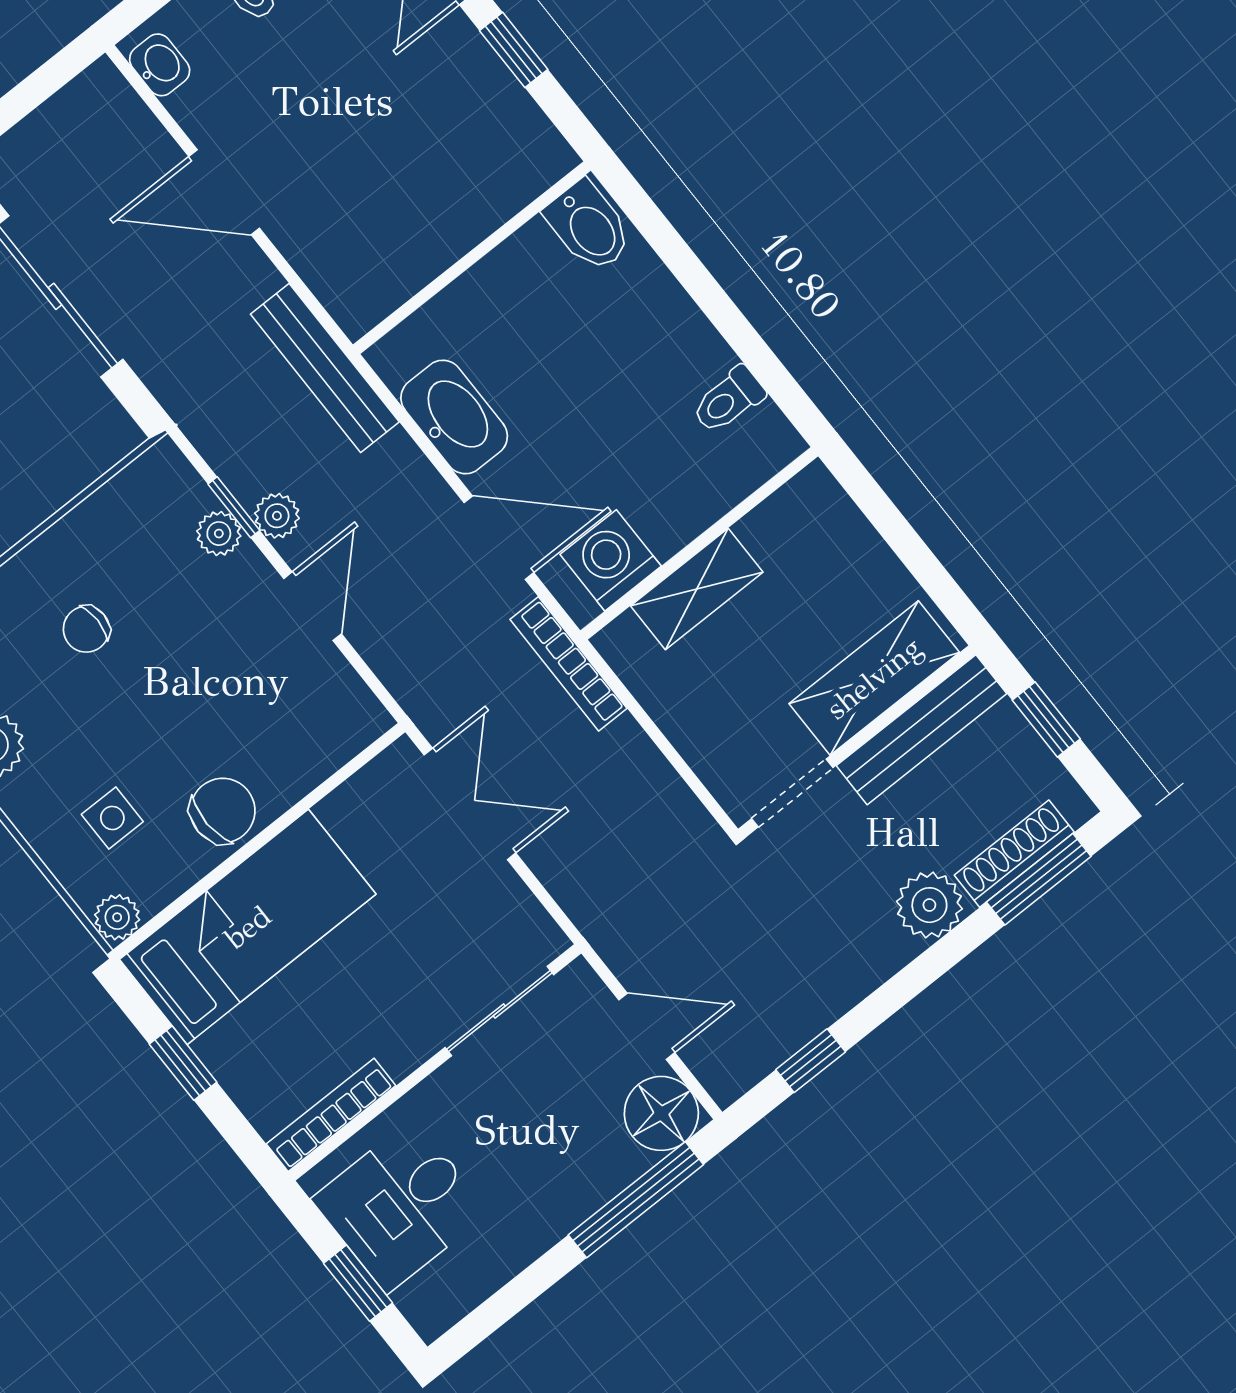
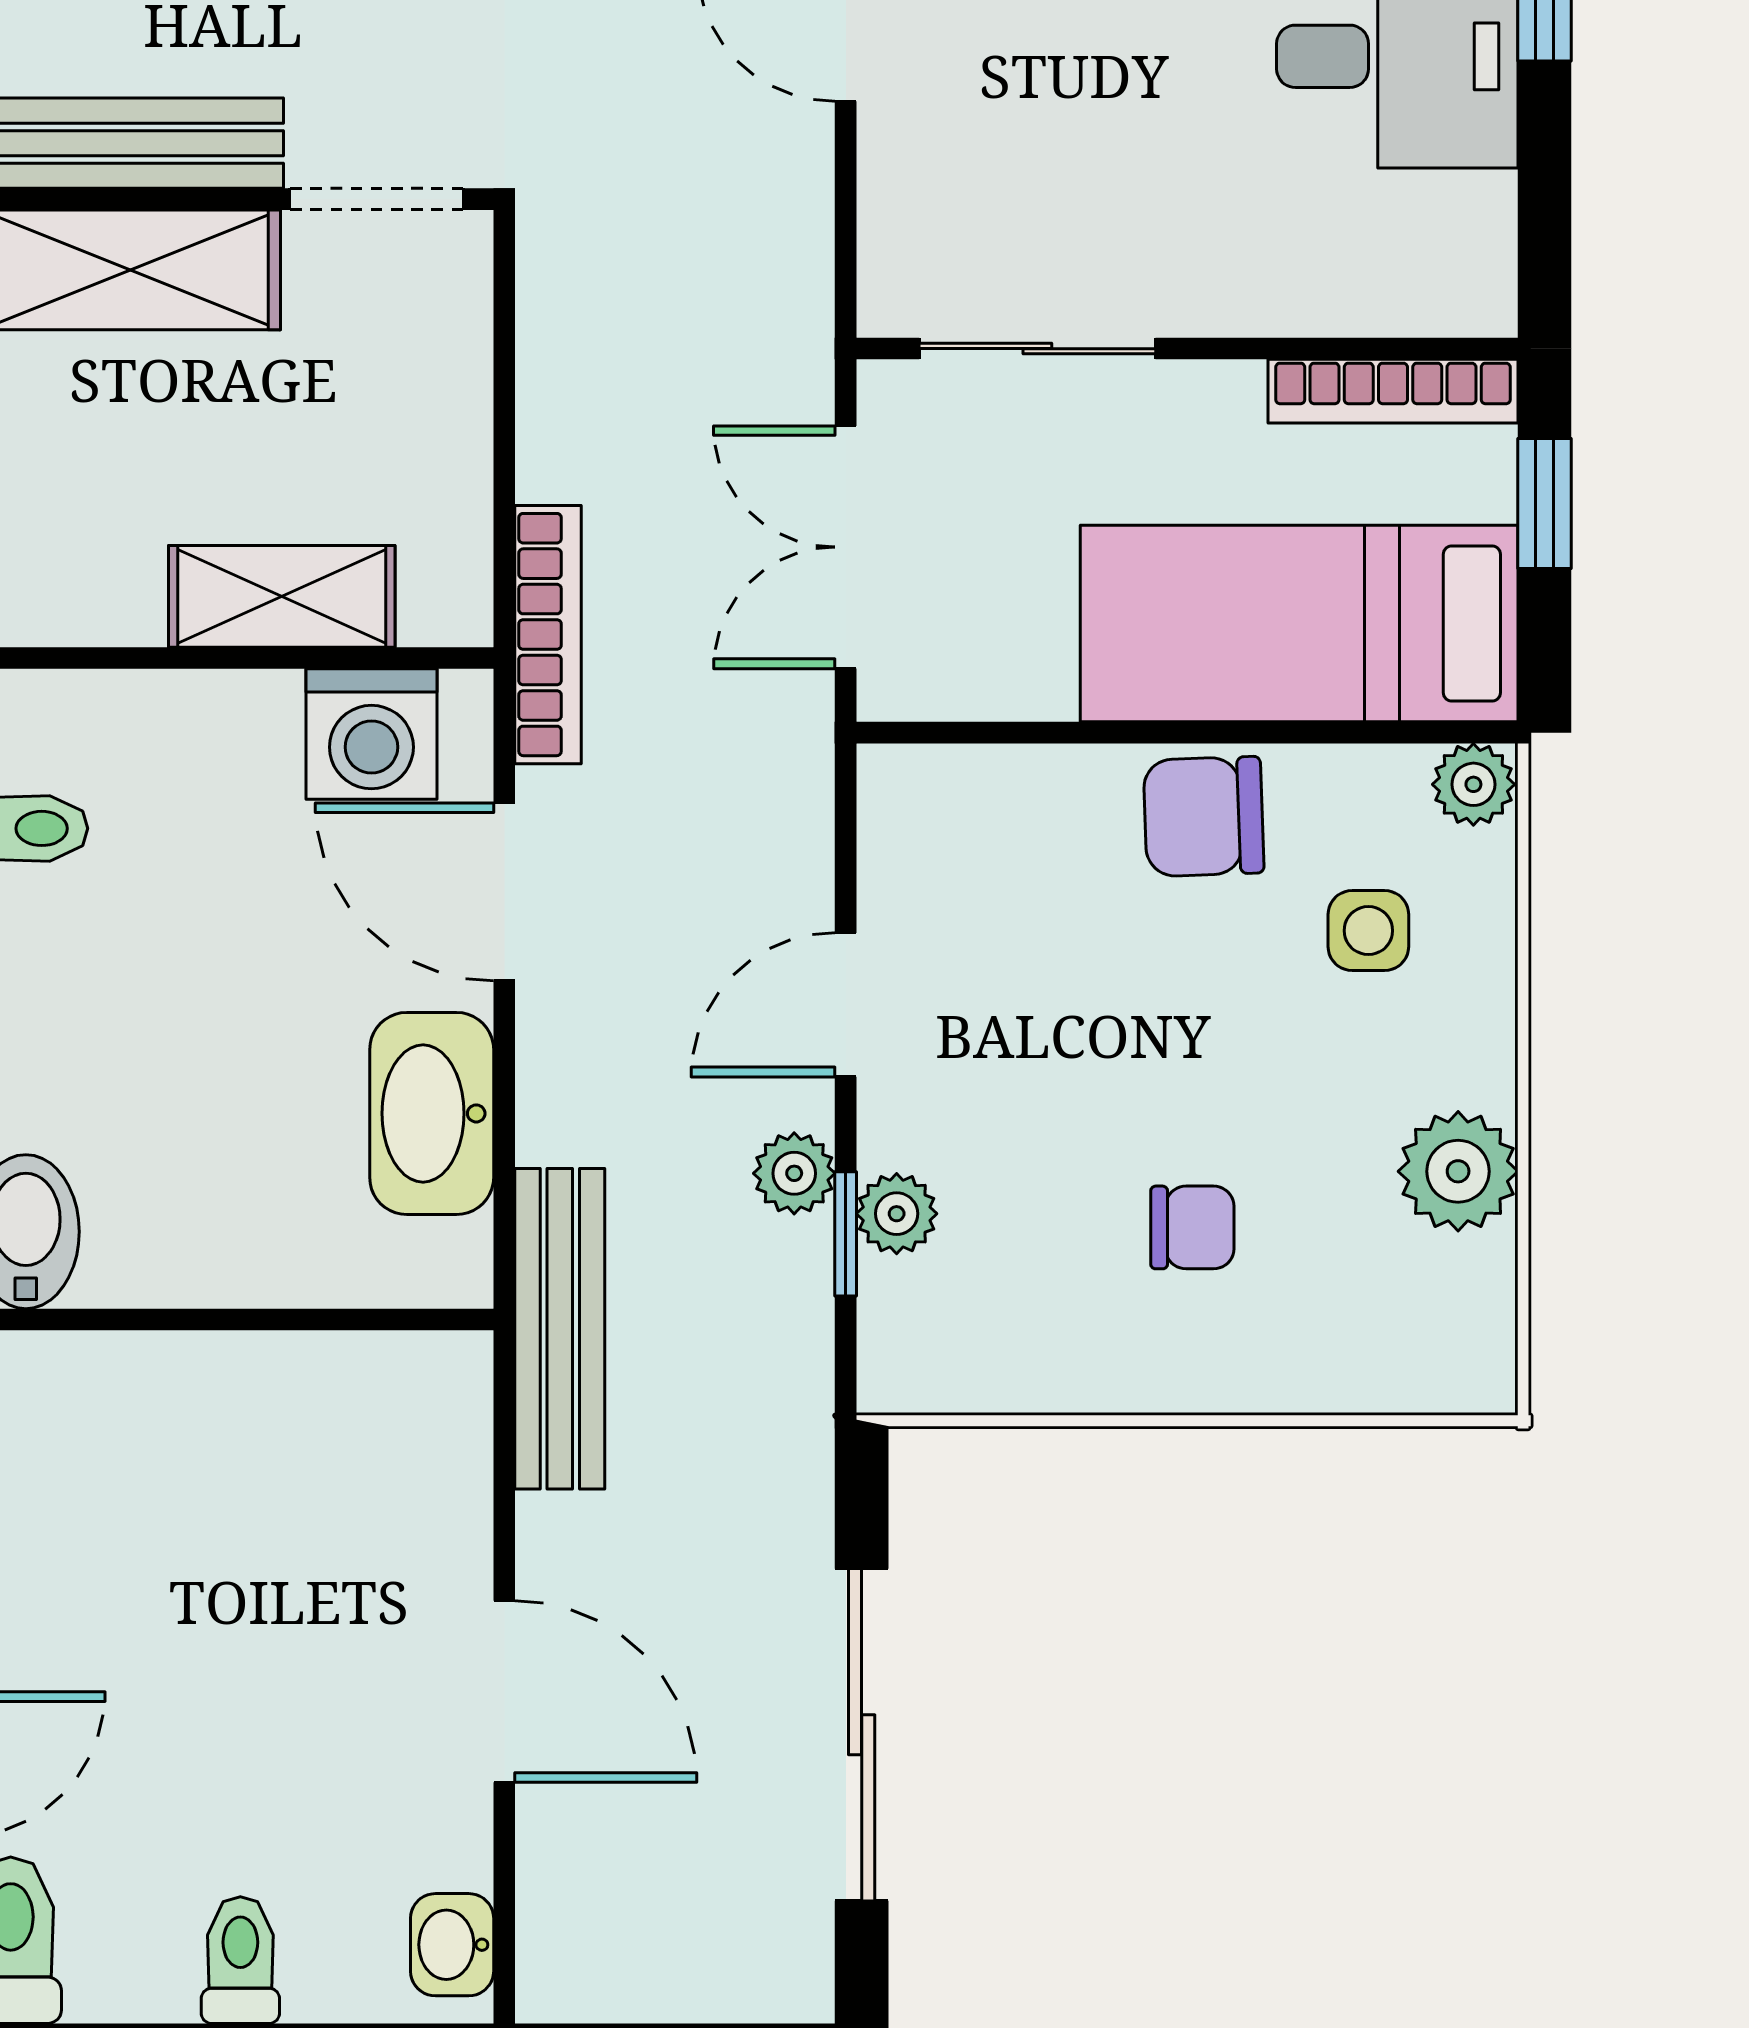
sliding door: (499, 1011) -> (1037, 349), moved
wall: (435, 1062) -> (1187, 349), moved
bookcase: (331, 1115) -> (1393, 391), moved

